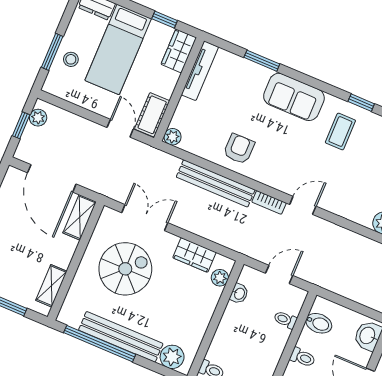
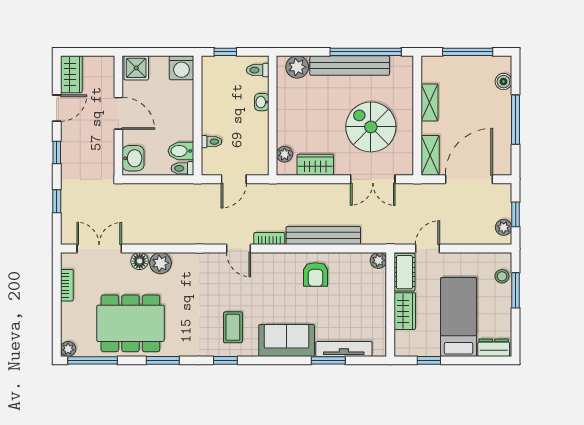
wardrobe: (179, 51) -> (405, 311), moved
stool: (71, 59) -> (502, 276), moved
tv unit: (200, 71) -> (344, 349), moved, turned 90
door: (120, 128) -> (427, 249), swing flipped
door: (52, 178) -> (469, 179), hinge flipped
door: (303, 205) -> (239, 249), hinge flipped
spiral stairs: (125, 269) -> (371, 127), turned 90
shelving: (51, 286) -> (429, 103), moved
washbasin: (239, 294) -> (262, 102), moved
toilet: (303, 357) -> (182, 168), moved

